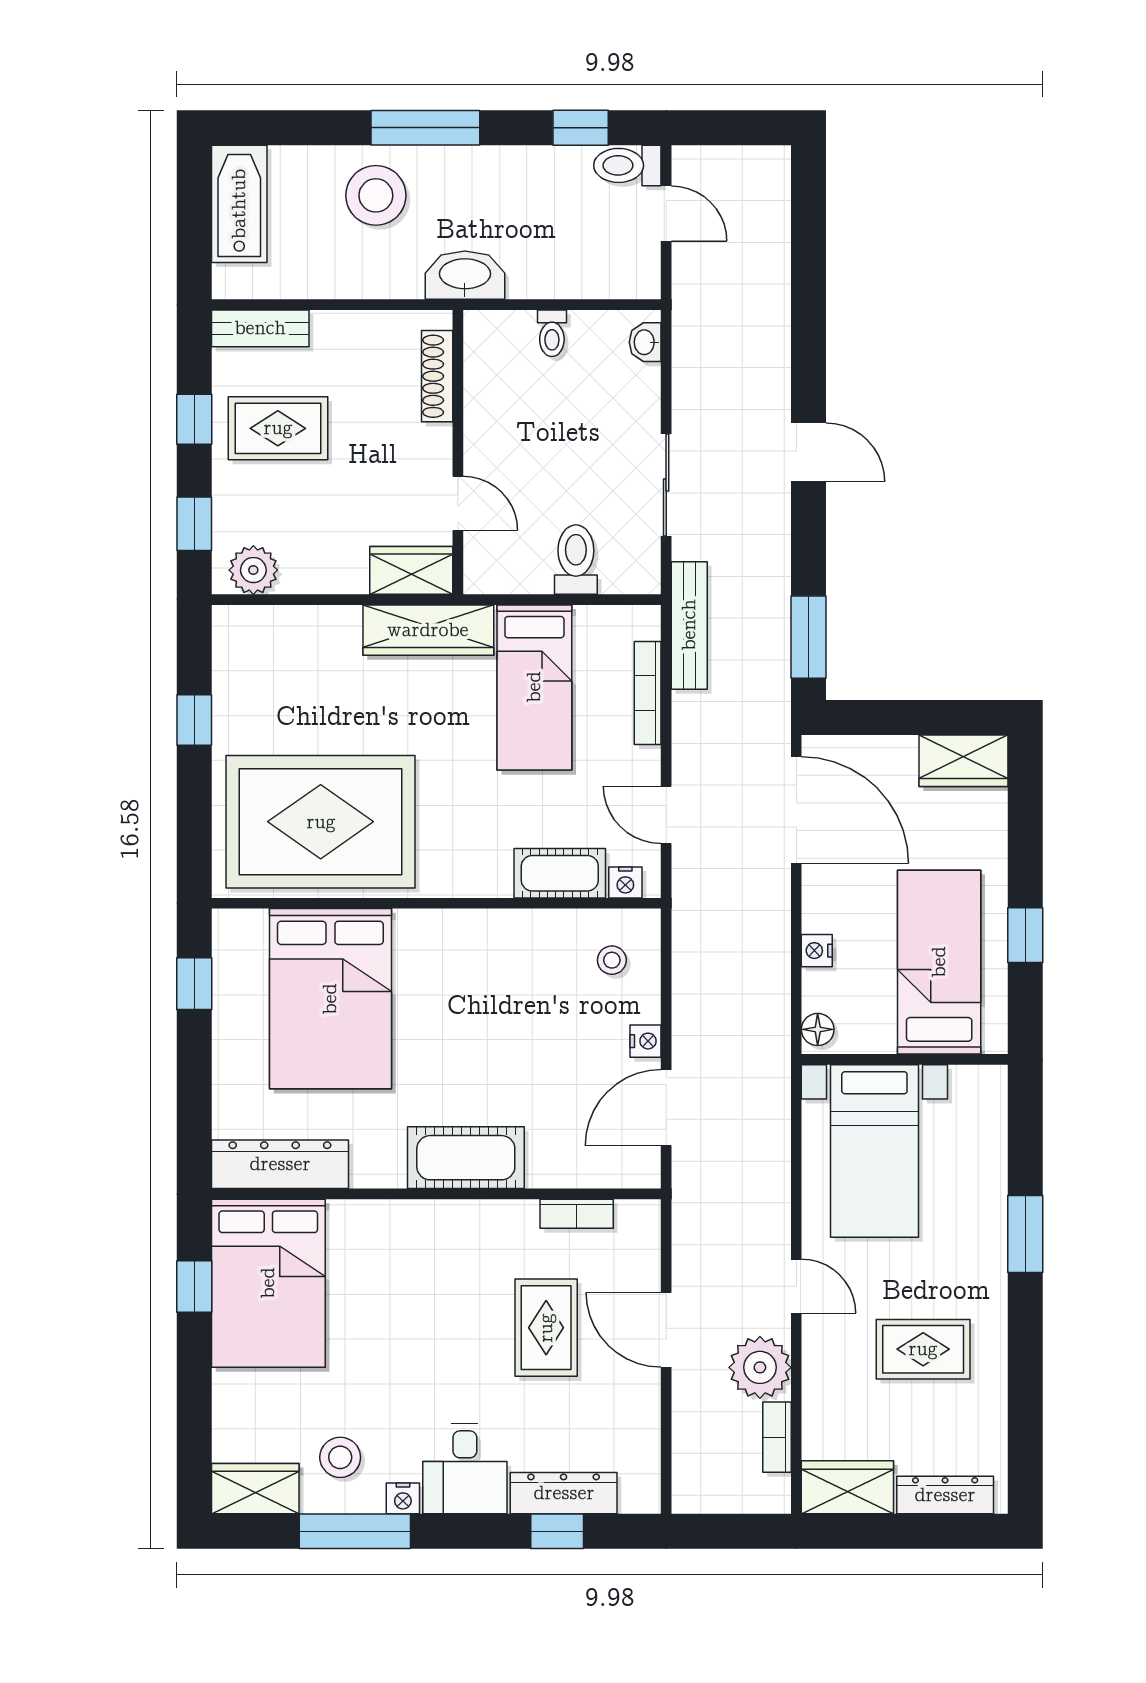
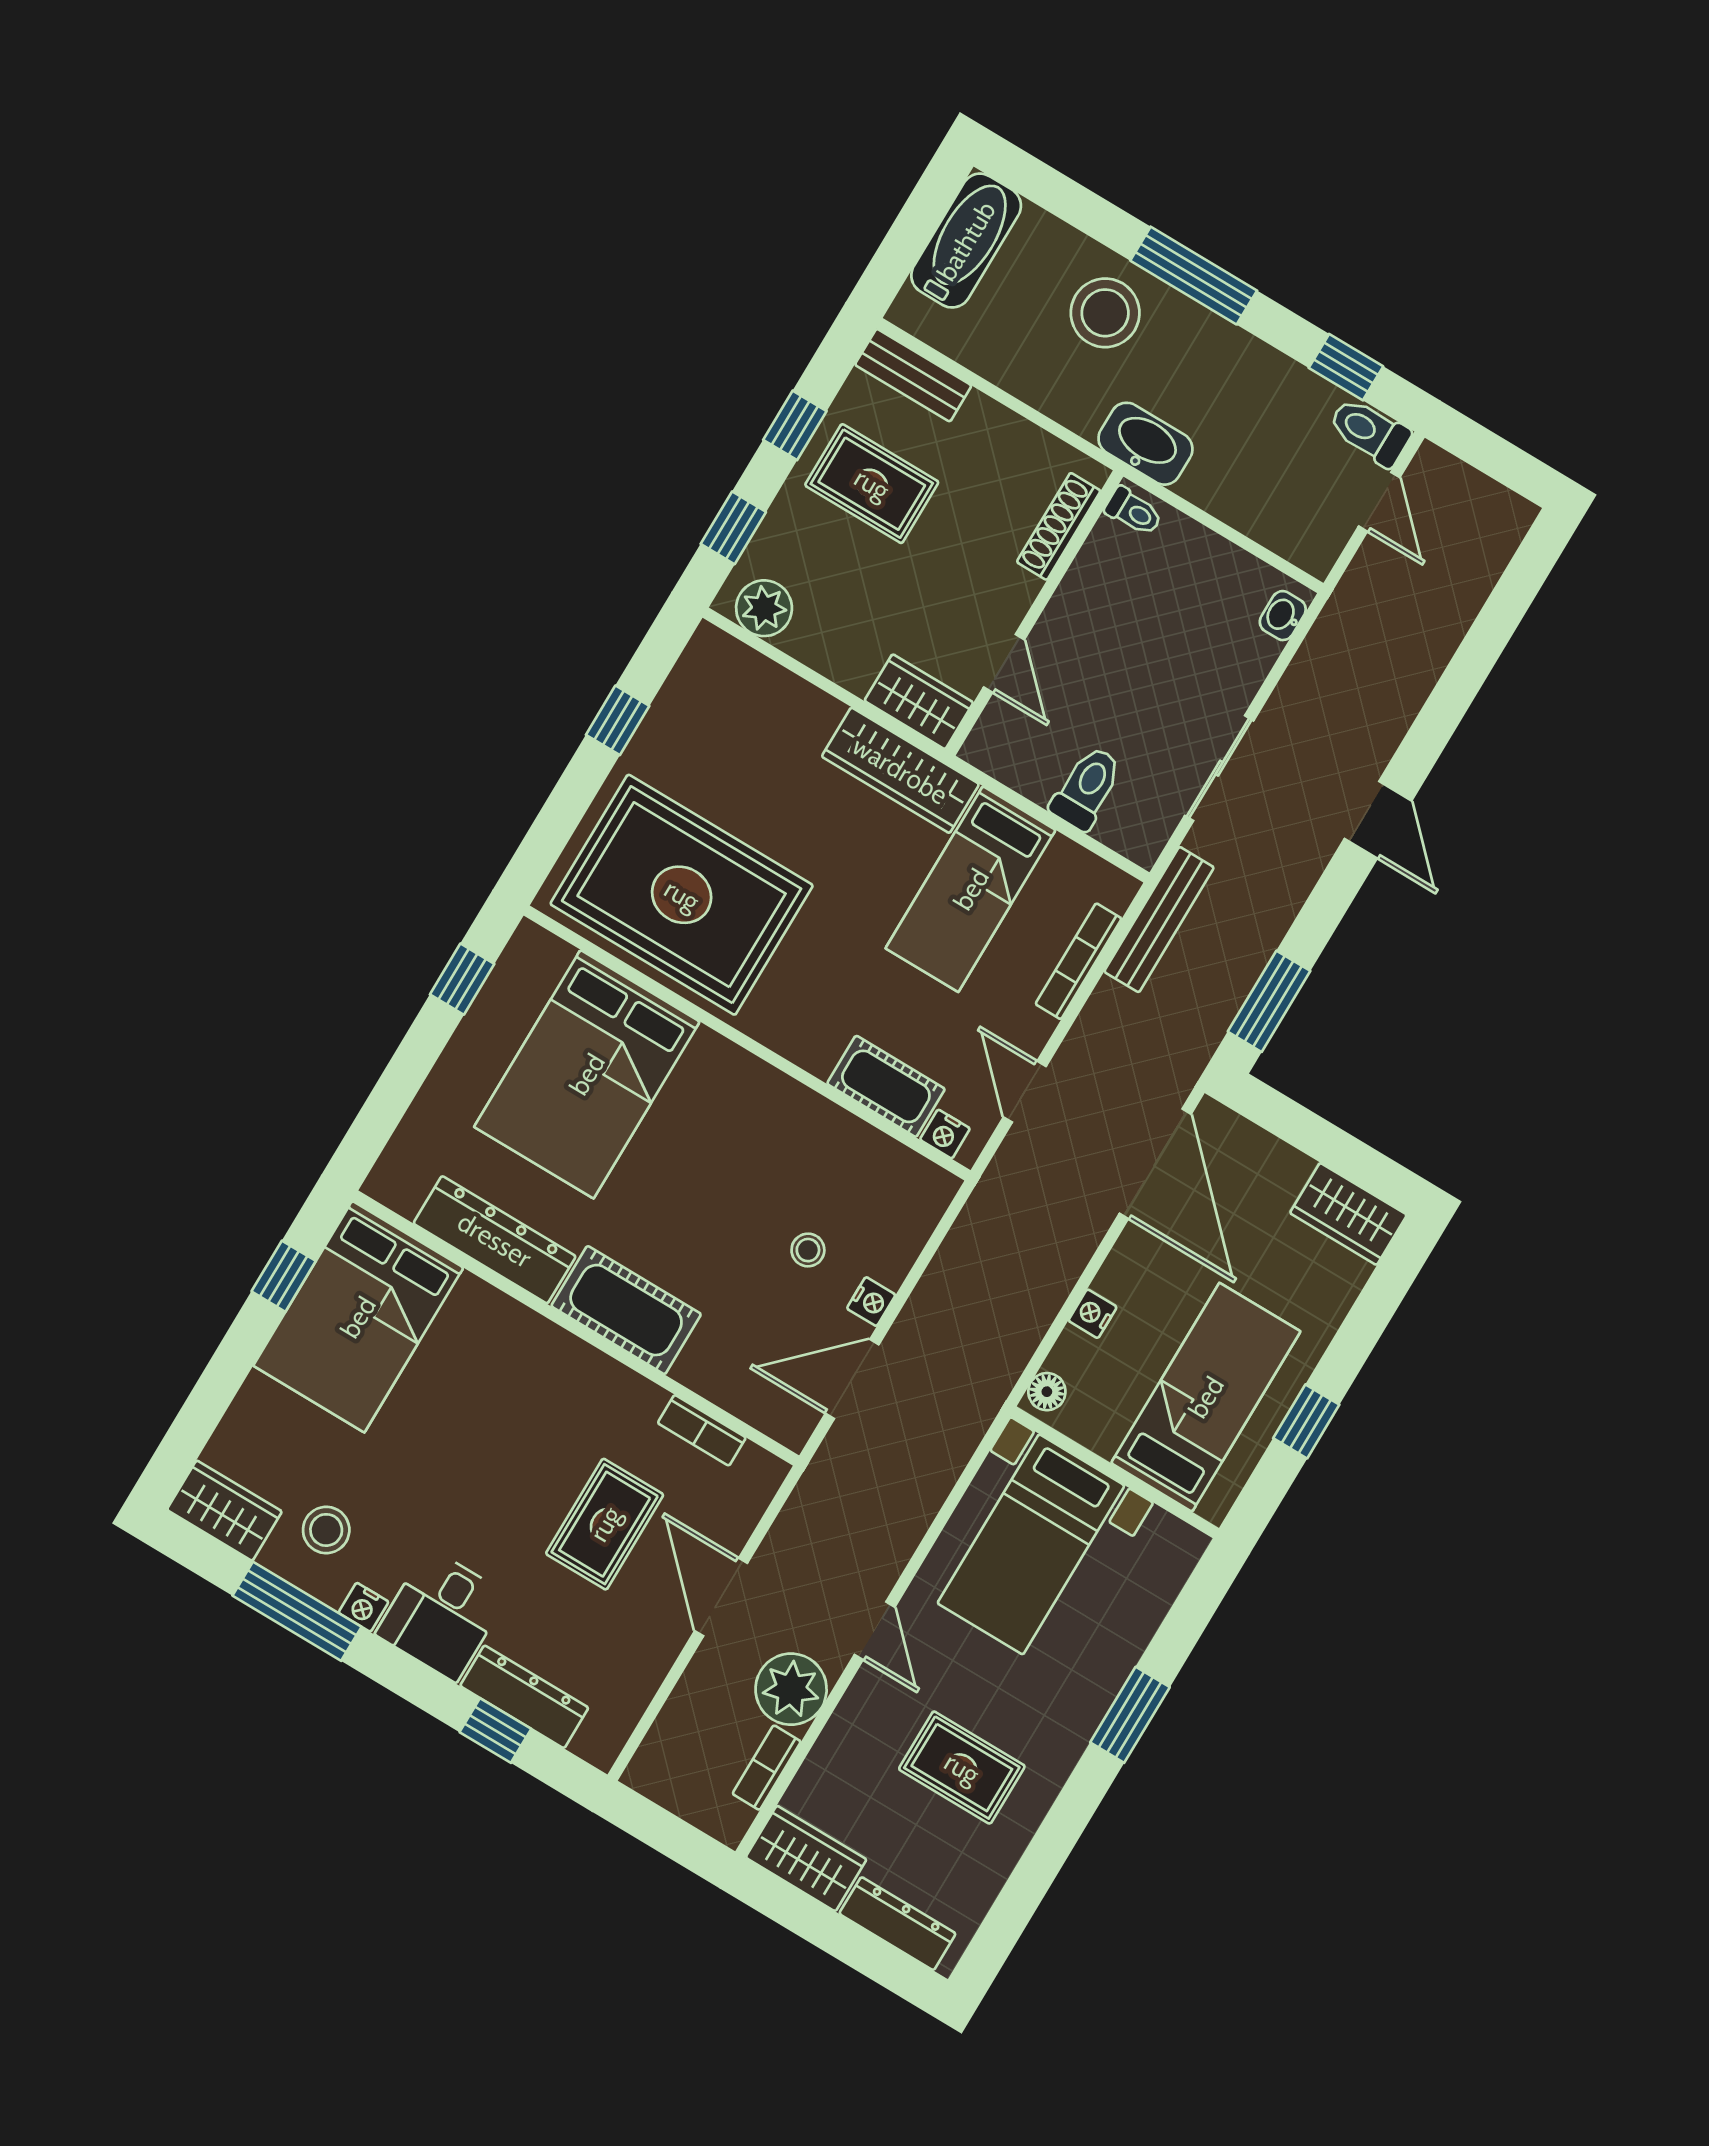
toilet: (552, 333) -> (1134, 511), moved, turned -90
stool: (612, 960) -> (808, 1250), moved
dresser: (280, 1164) -> (495, 1240), moved

